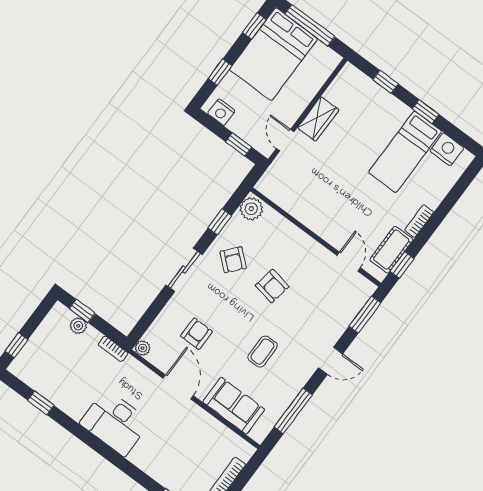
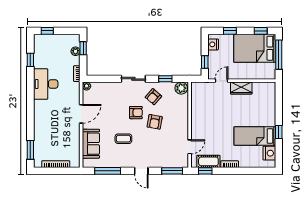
window: (386, 82) -> (279, 105), removed
armchair: (197, 334) -> (136, 113), moved
desk: (115, 423) -> (46, 84), moved

